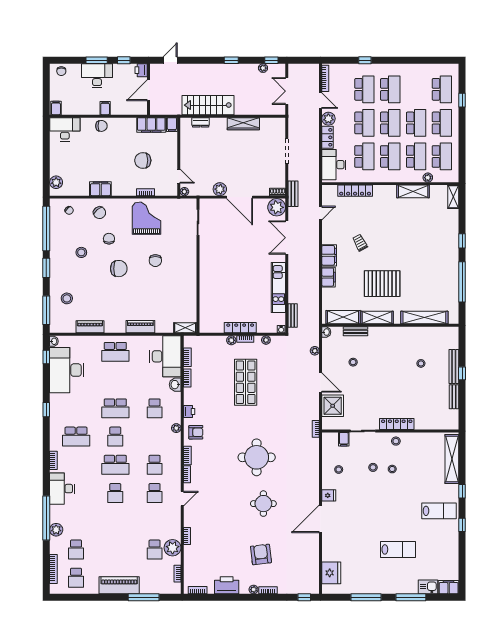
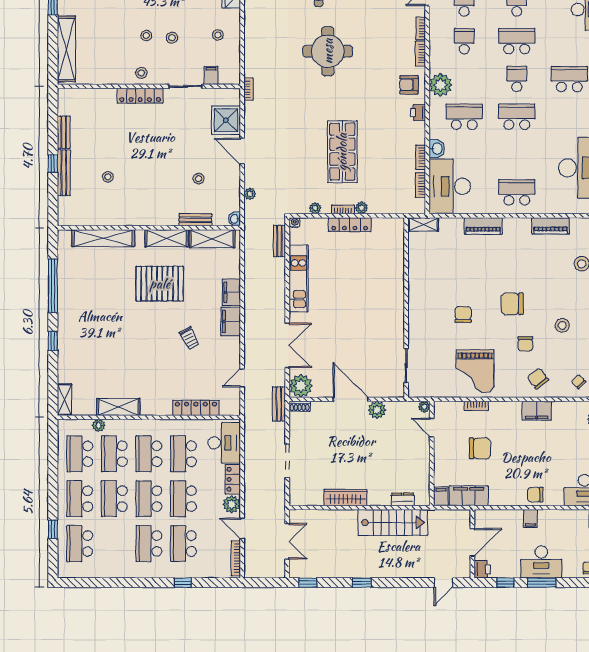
plant: (263, 68) -> (319, 572), removed
school desk: (155, 408) -> (464, 117), width x1.85
plant: (176, 428) -> (441, 85), width x1.88, depth x1.88

